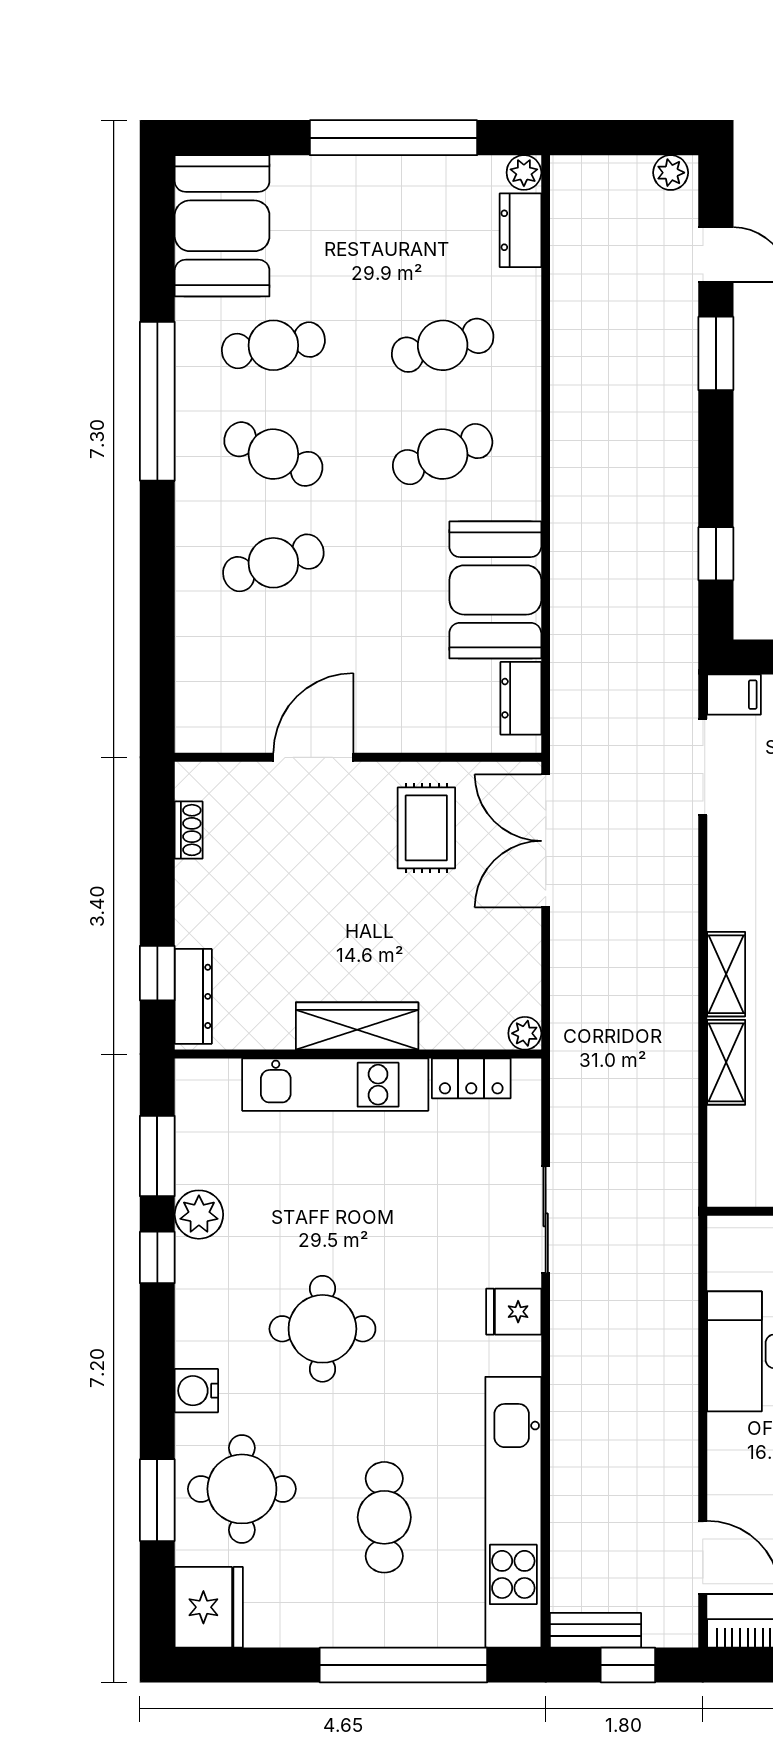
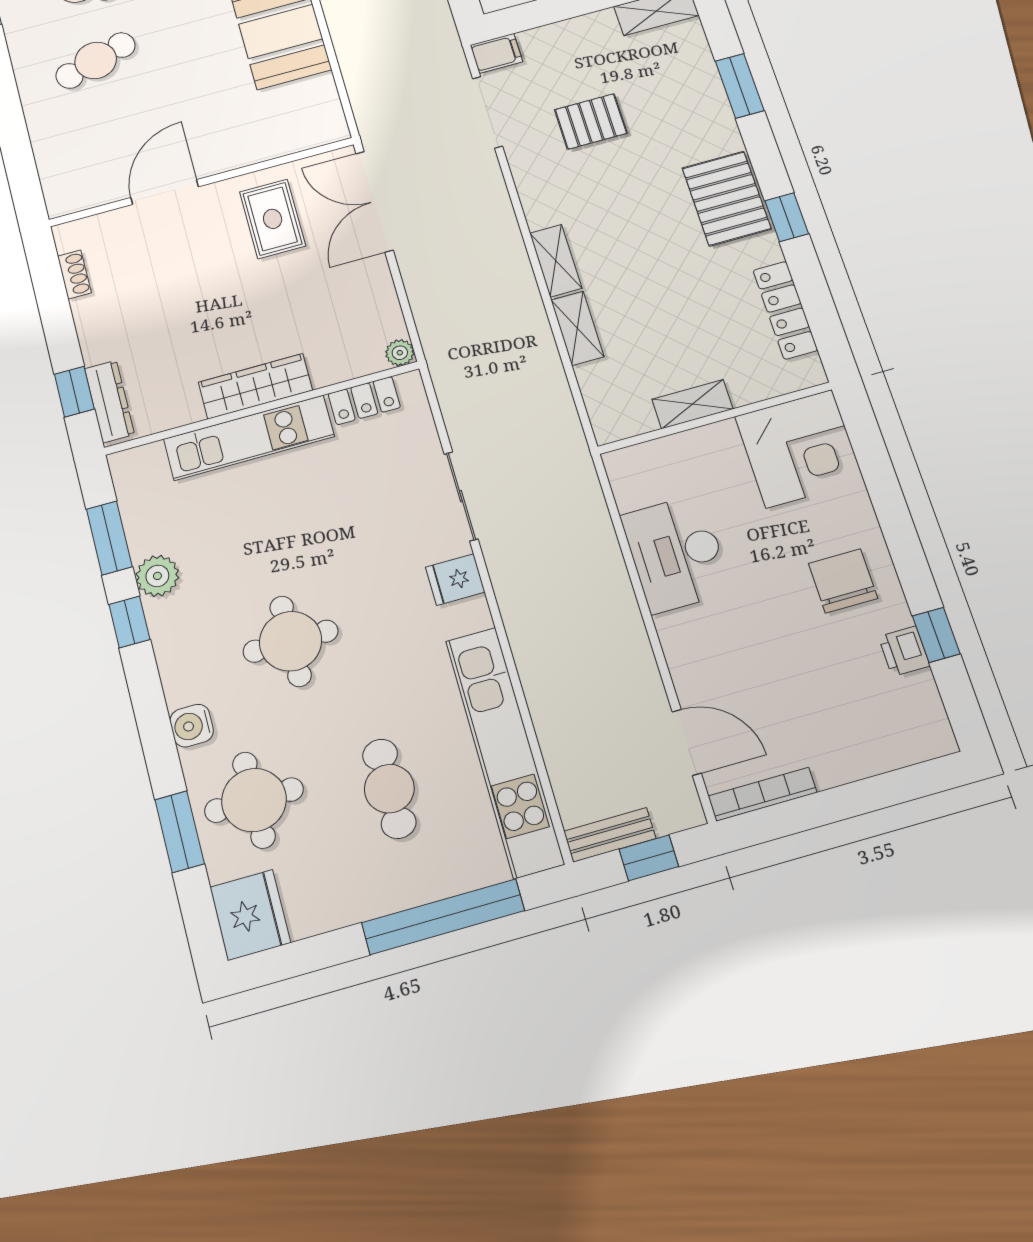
dresser: (521, 698) -> (324, 103), removed

